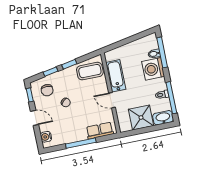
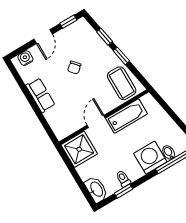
chair: (47, 90) -> (81, 40), removed
window: (171, 98) -> (124, 191), width x0.46
shower: (141, 118) -> (79, 149), moved
row of seats: (100, 131) -> (40, 95), moved
window: (81, 143) -> (32, 102), removed

